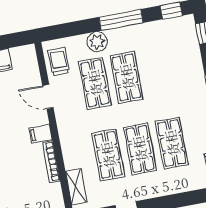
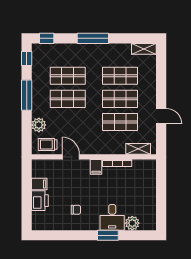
plant: (97, 42) -> (39, 125), moved
shop shelf: (95, 83) -> (68, 76), moved
door: (48, 97) -> (71, 157), swing flipped

